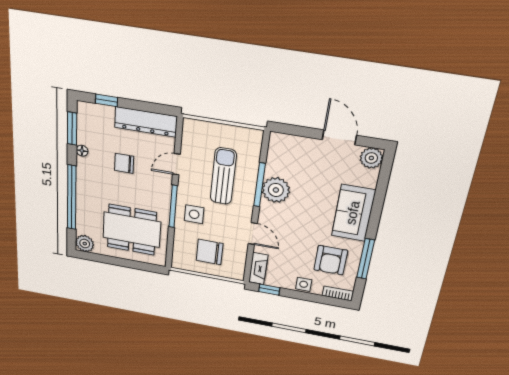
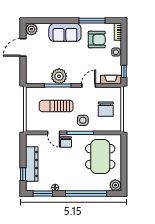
dresser: (146, 122) -> (32, 164), moved
chair: (124, 163) -> (66, 142), moved

